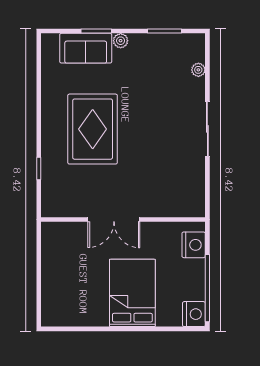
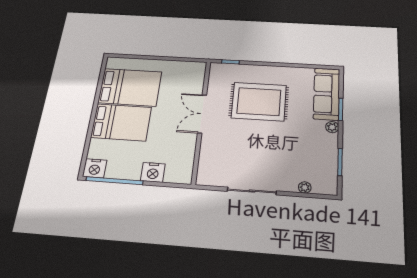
sofa: (86, 48) -> (327, 94), width x1.36
double door: (114, 219) -> (202, 114), moved
wall: (123, 219) -> (201, 121), moved
bed: (83, 290) -> (130, 87), added

